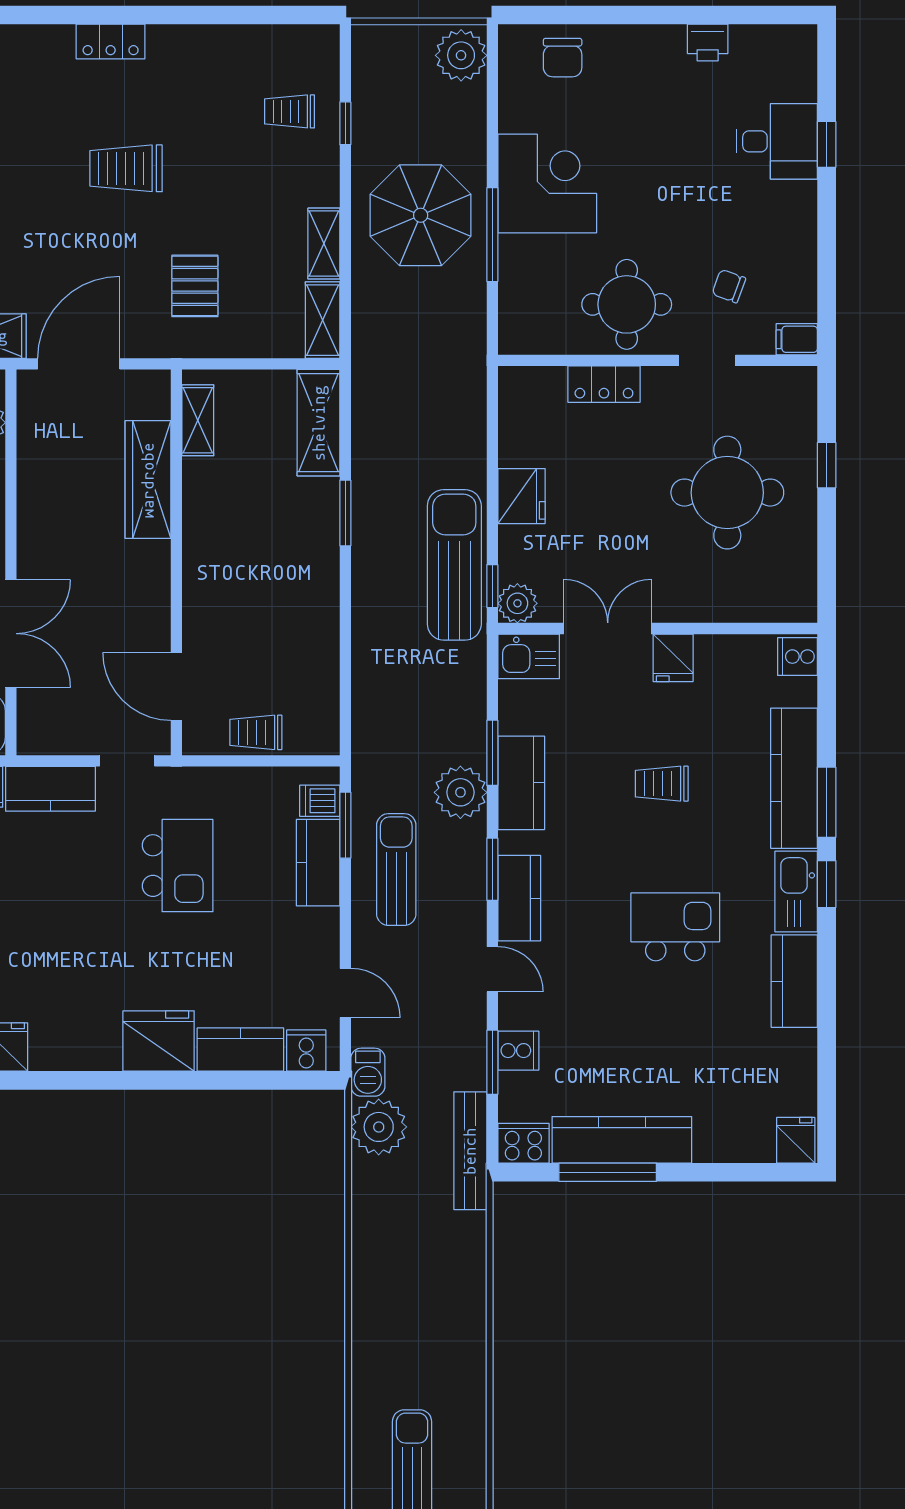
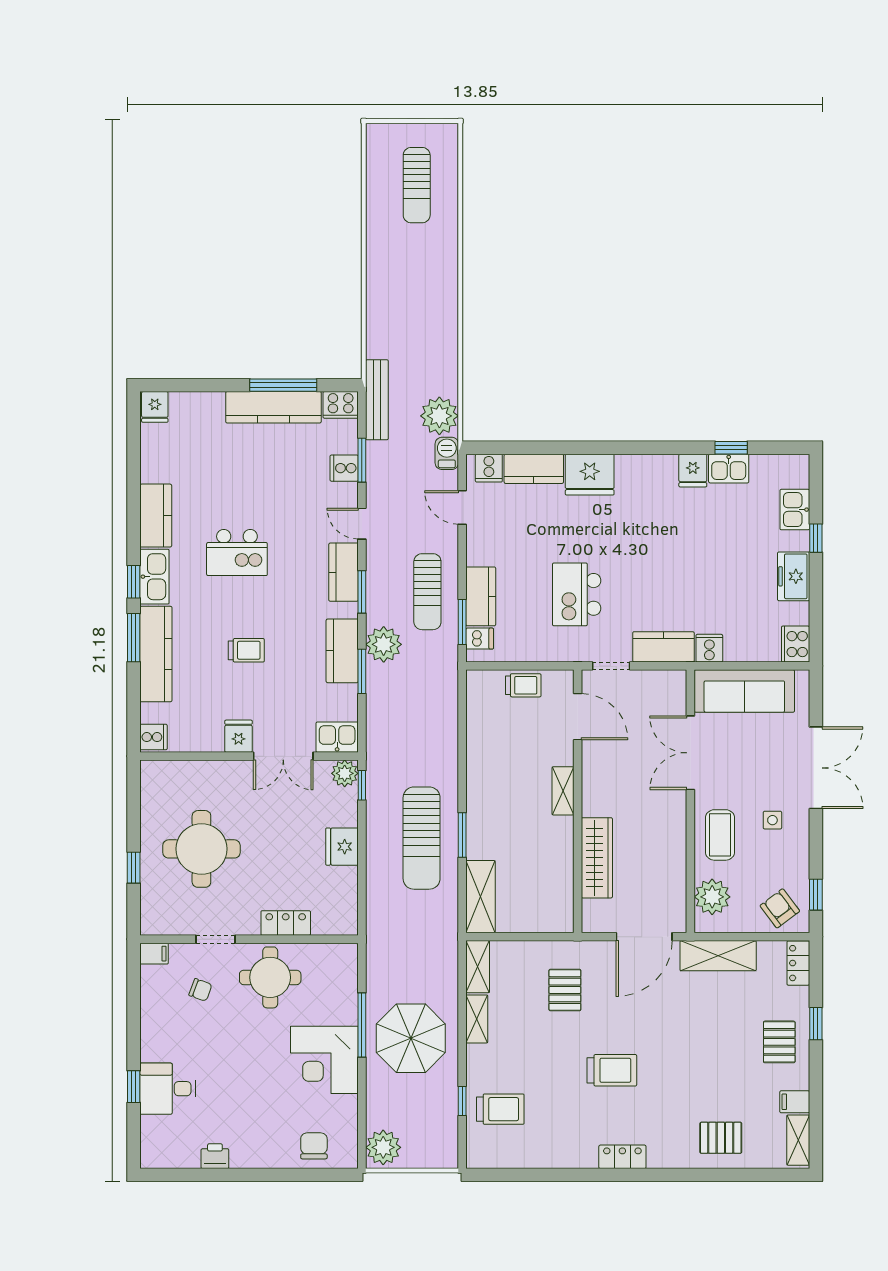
trolley: (289, 111) -> (500, 1109), width x1.36, depth x1.39
shelving: (198, 420) -> (563, 791), moved
sun lounger: (454, 565) -> (422, 838), moved

